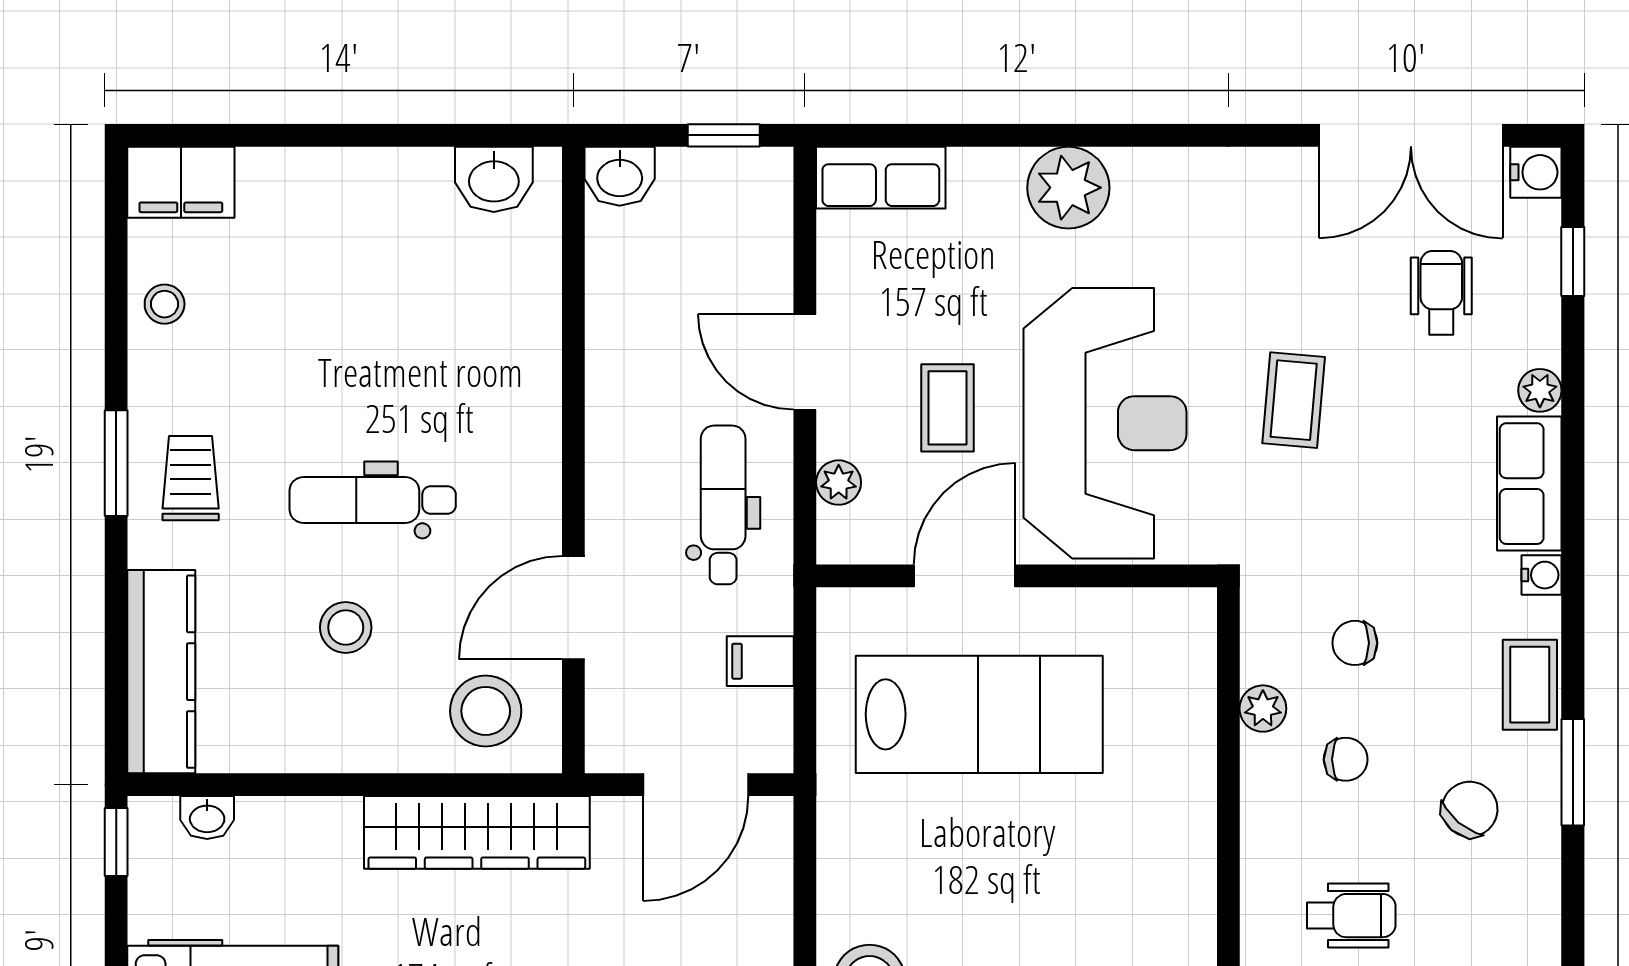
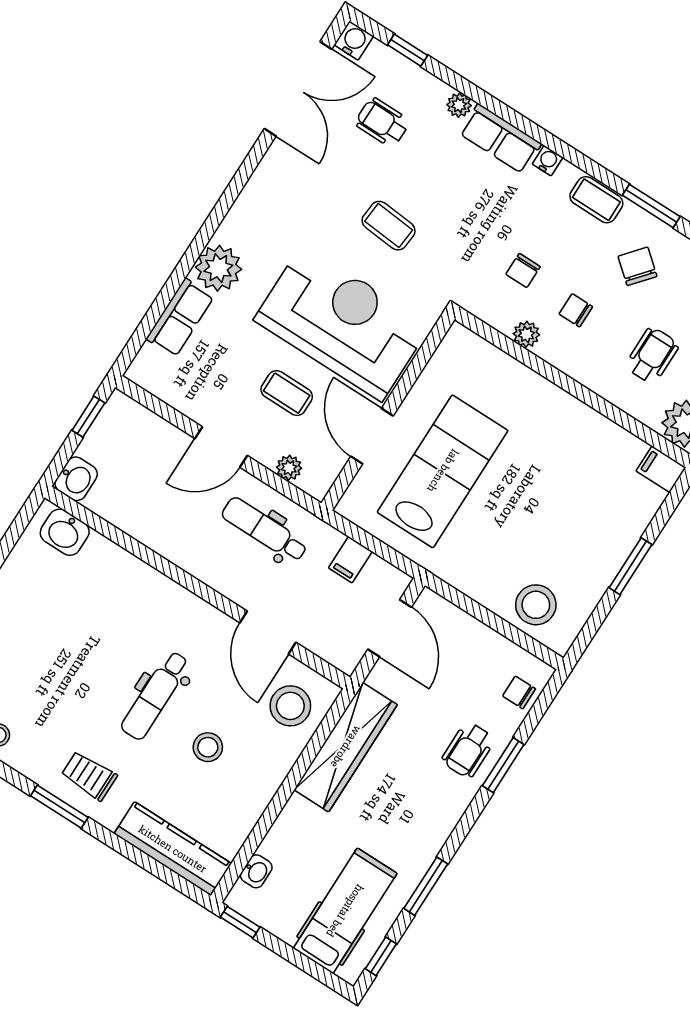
row of seats: (881, 178) -> (180, 318), moved
washbasin: (494, 179) -> (65, 532), moved, turned 90
chair: (1346, 759) -> (576, 310), turned -90

